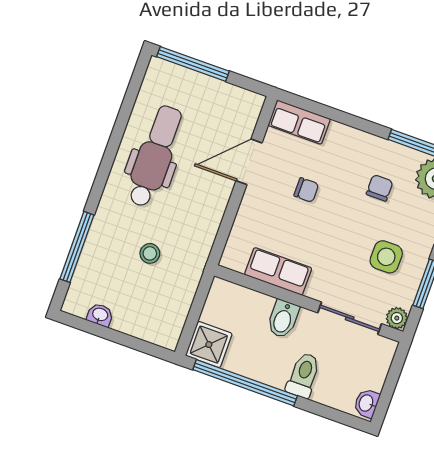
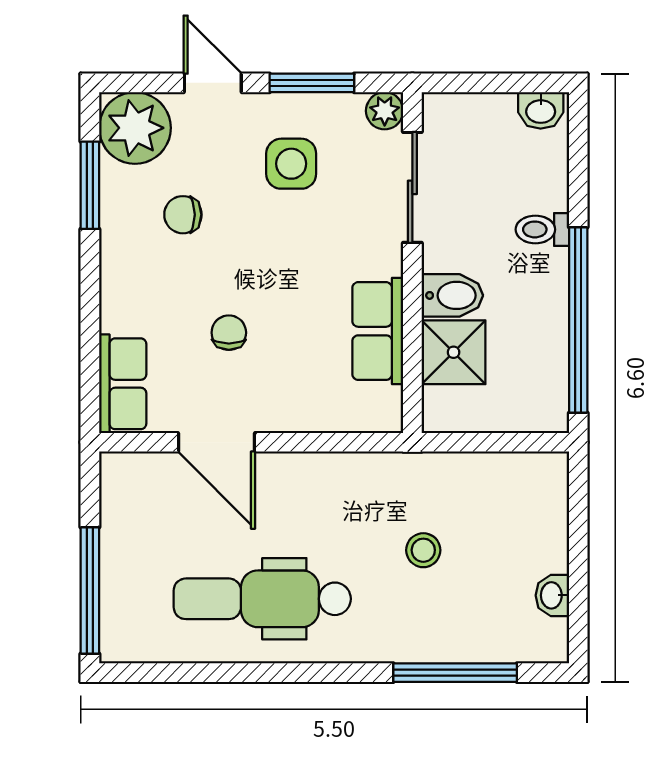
shower: (209, 345) -> (454, 352), moved
toilet: (303, 375) -> (542, 229), width x0.73, depth x0.72

